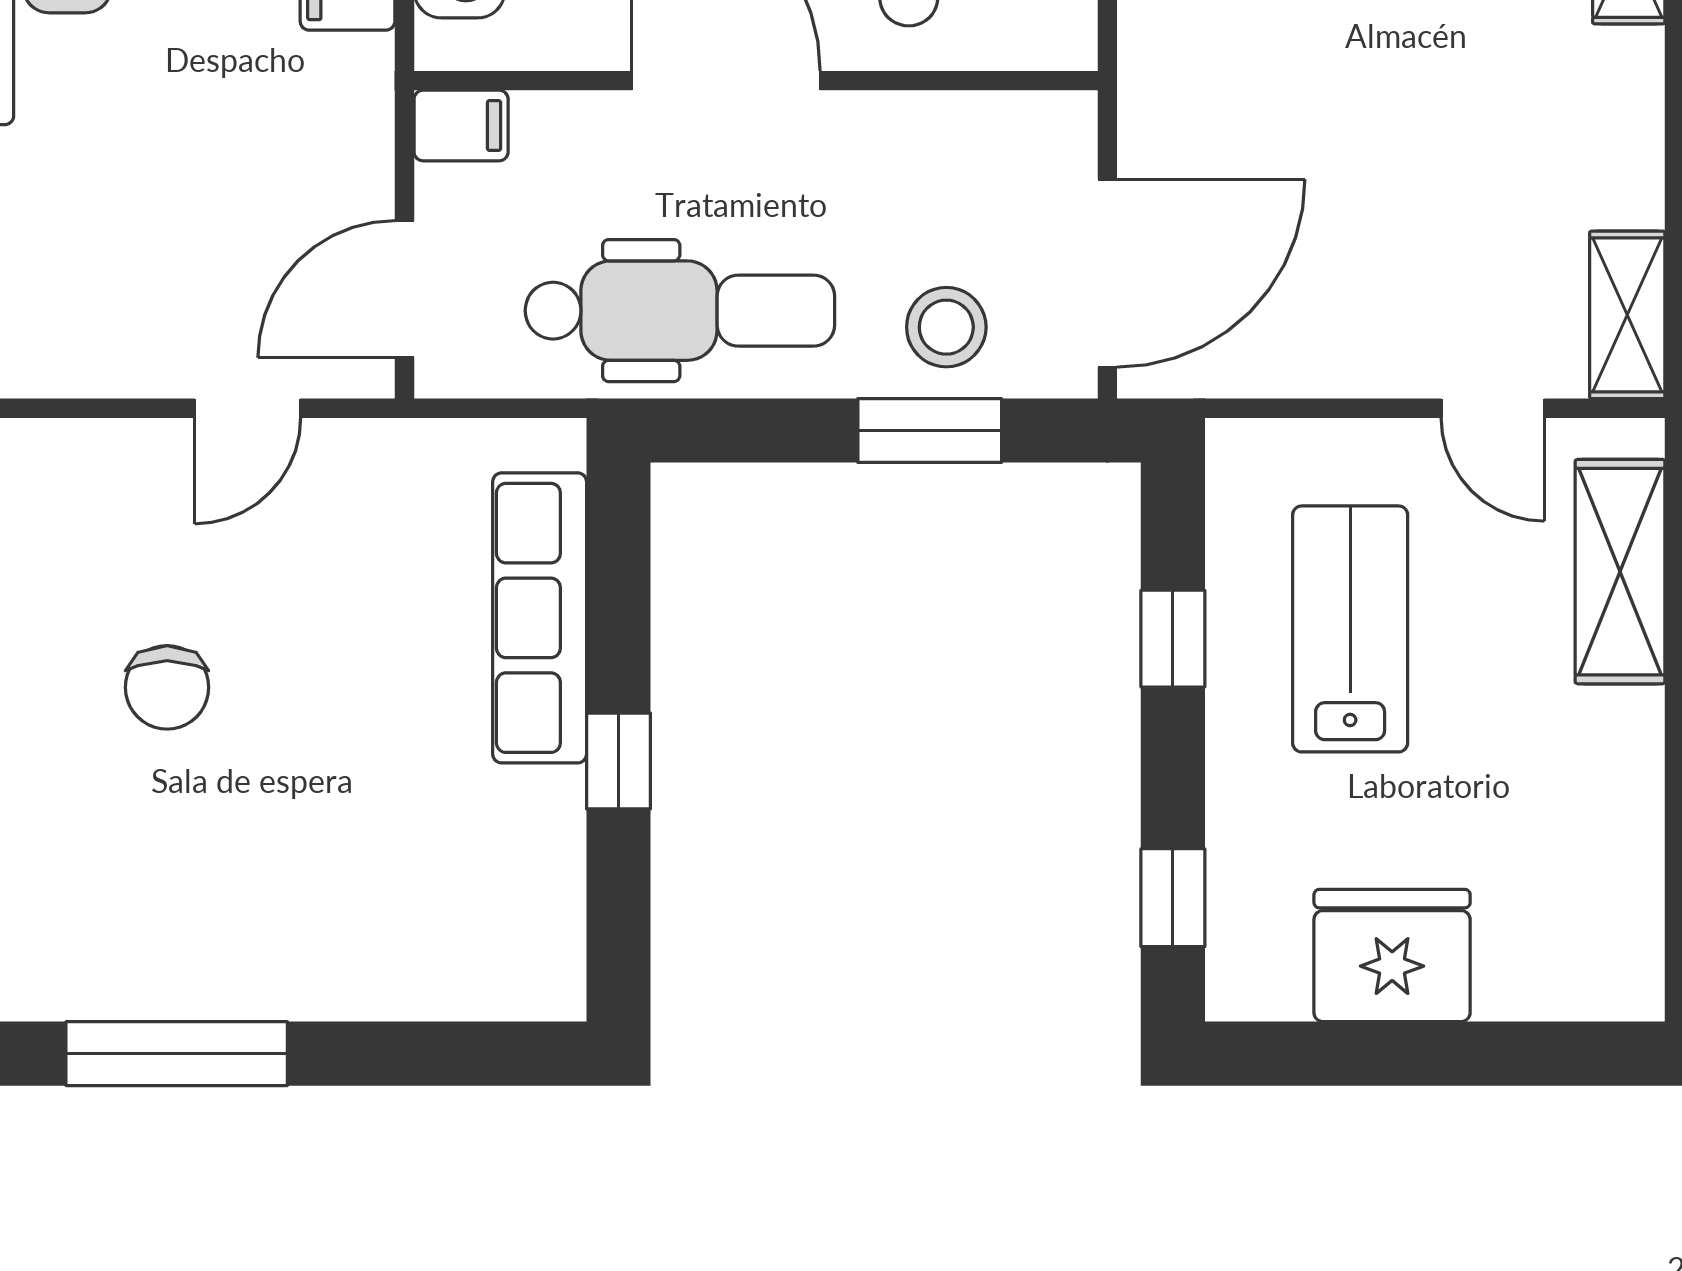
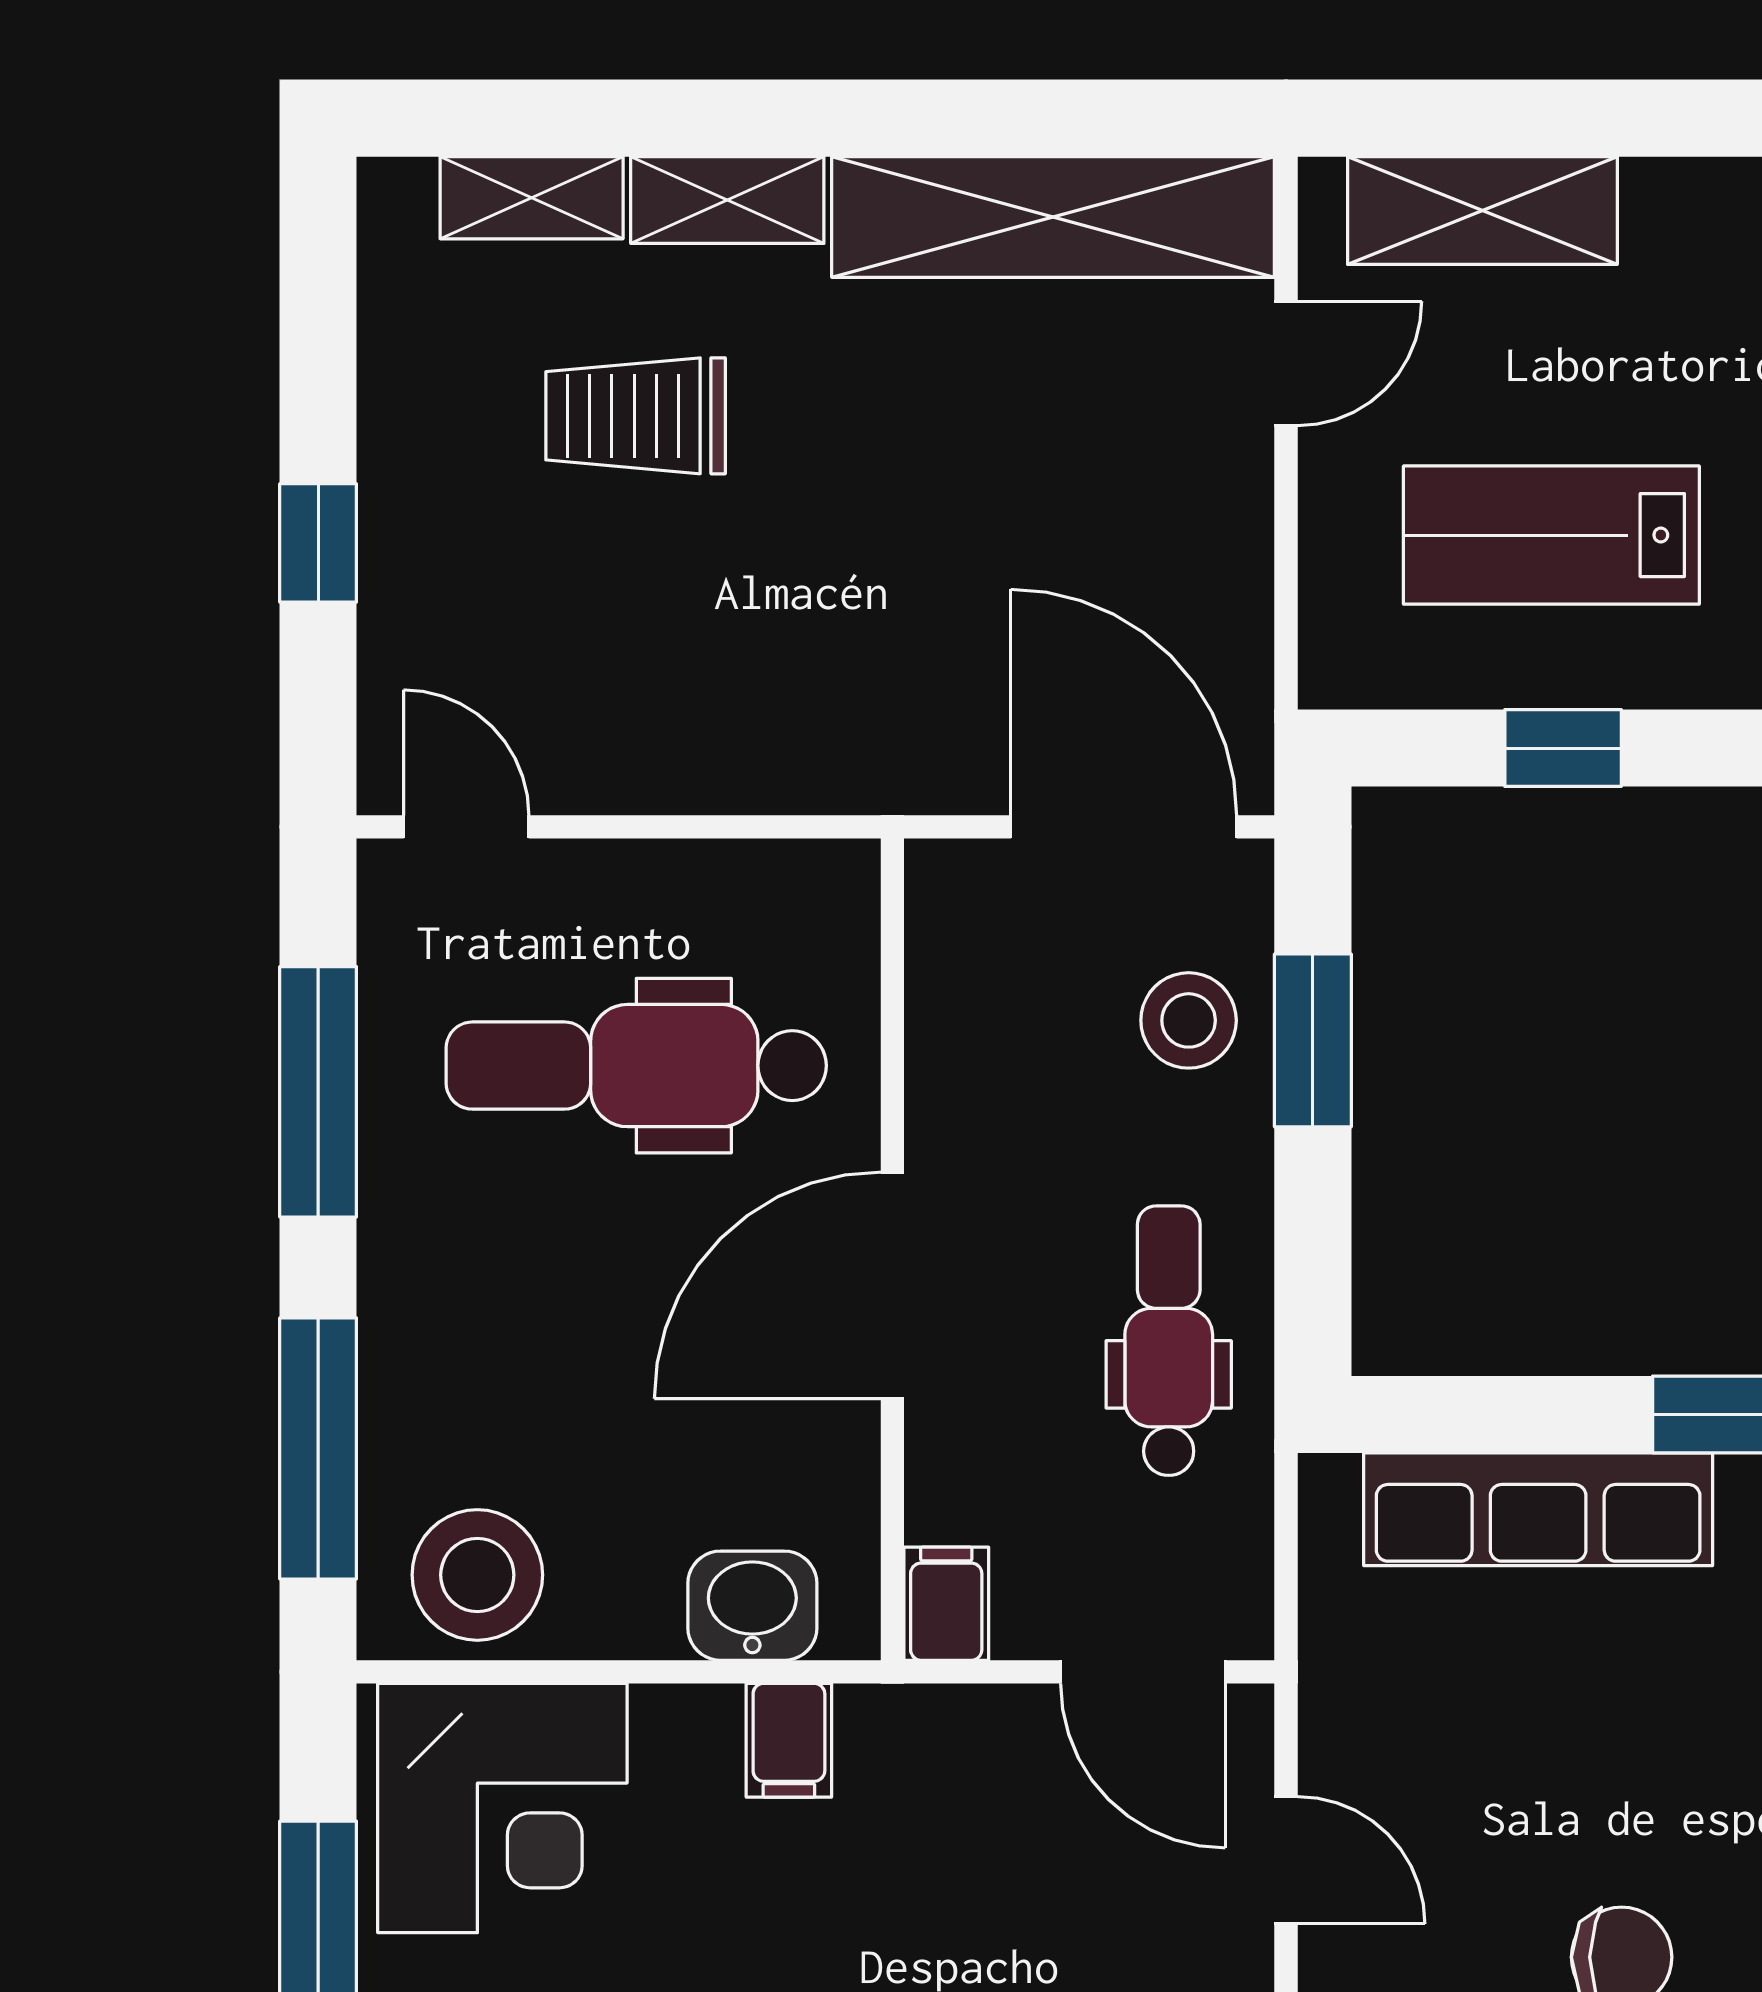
dental chair: (680, 311) -> (1169, 1341), width x0.73, depth x0.72
shelving: (1627, 315) -> (1053, 217), width x2.20, depth x1.33

